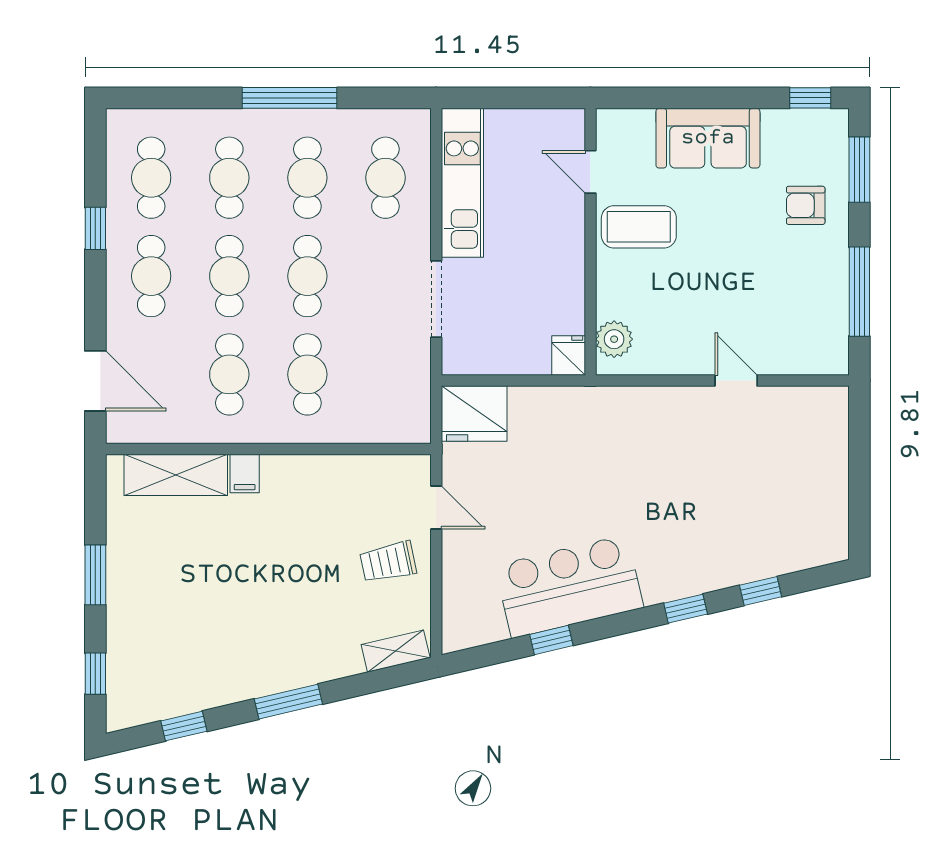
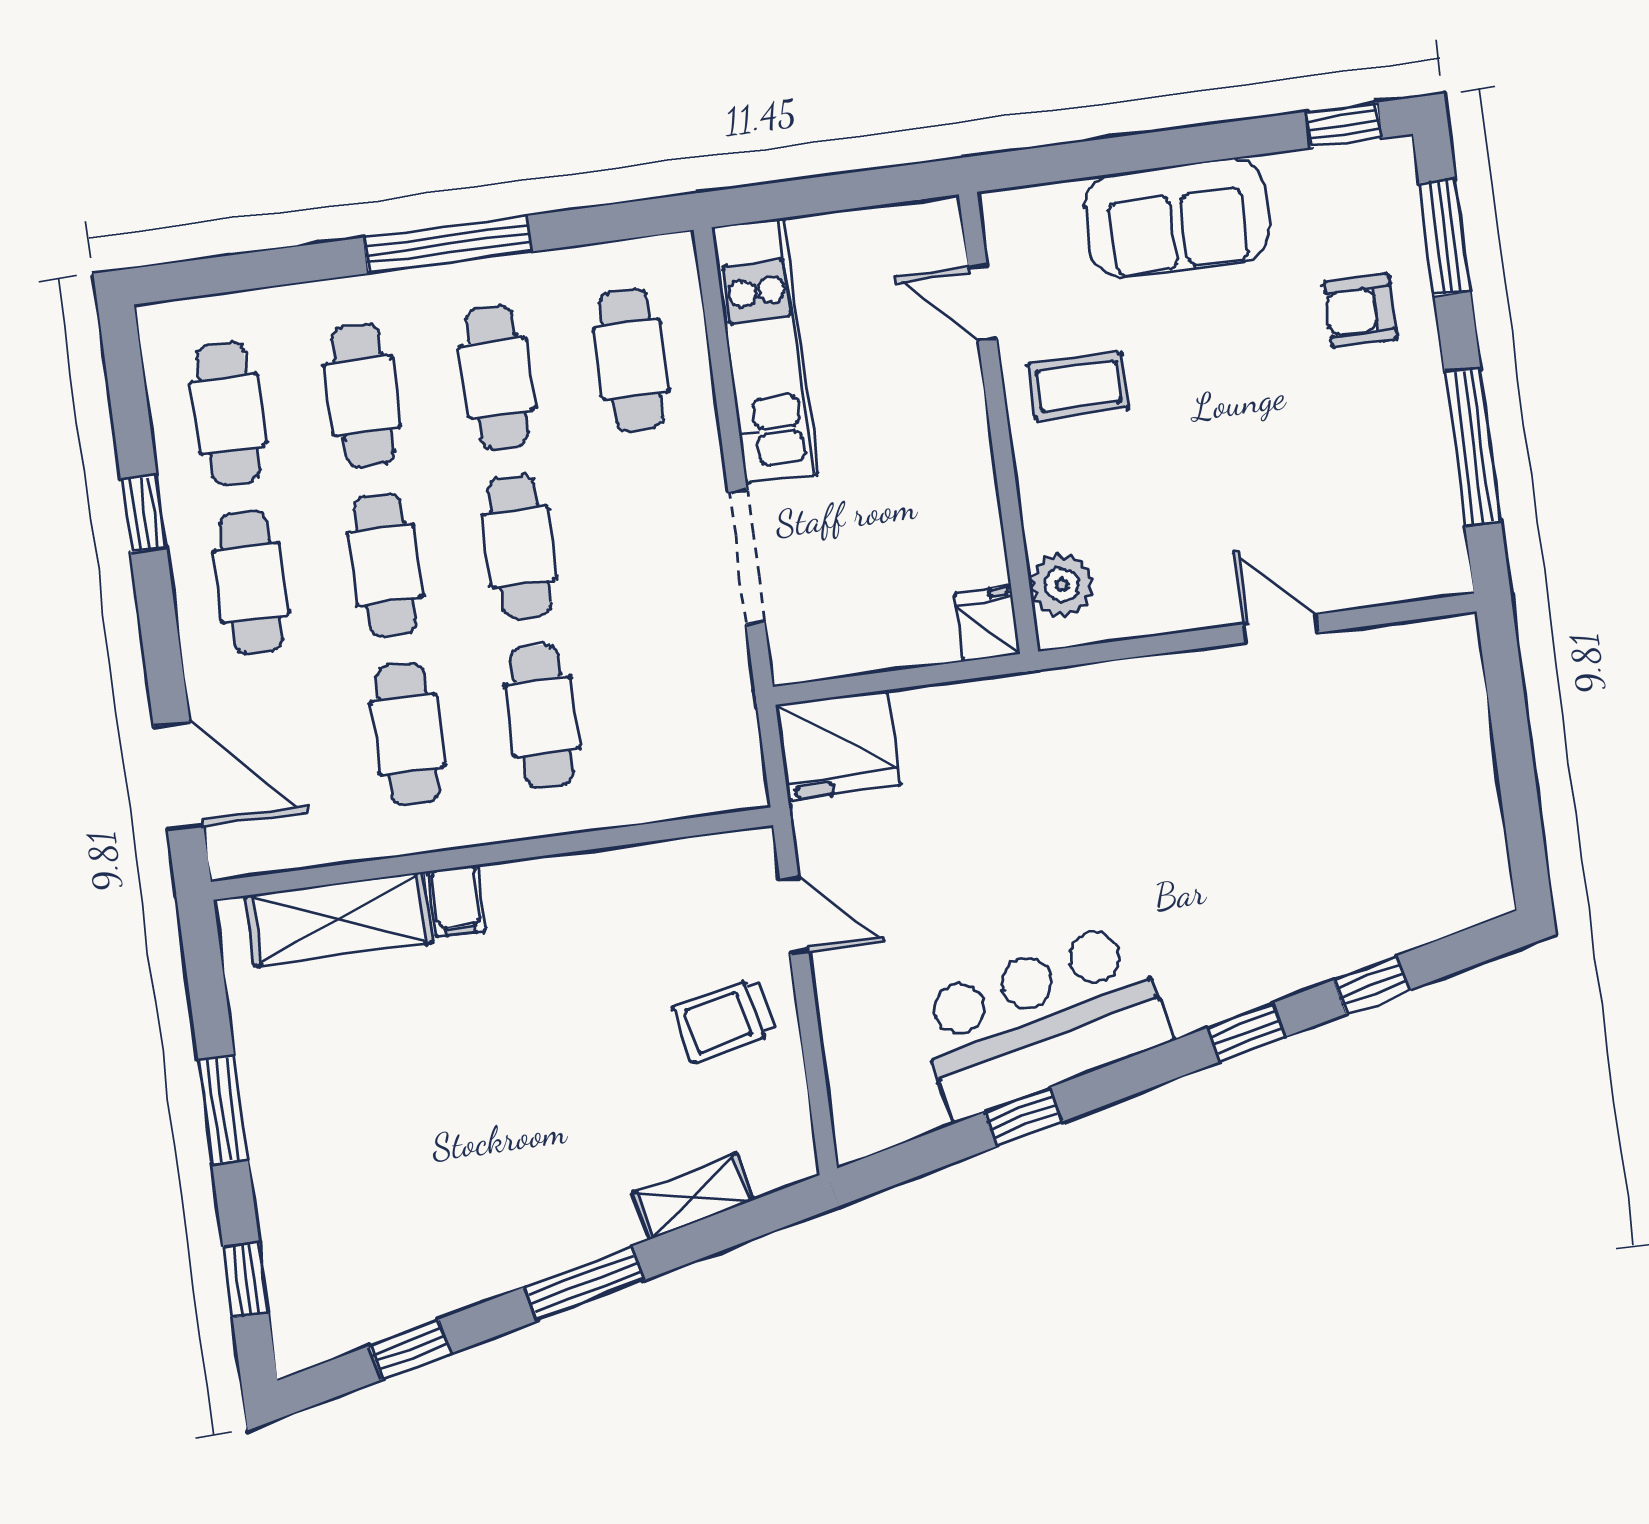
coffee table: (639, 227) -> (1078, 386), width x0.73, depth x0.77
shelving: (396, 651) -> (693, 1196), moved

